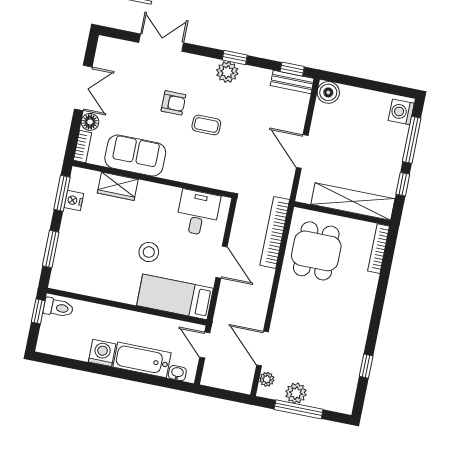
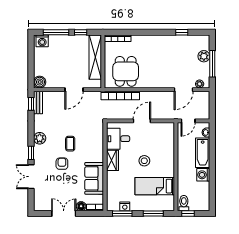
window: (235, 57) -> (31, 153), moved
wardrobe: (118, 186) -> (112, 160), moved
dining table: (316, 251) -> (126, 71), turned 90
bed: (175, 297) -> (155, 186), moved, turned 90
plant: (296, 393) -> (204, 56), moved

